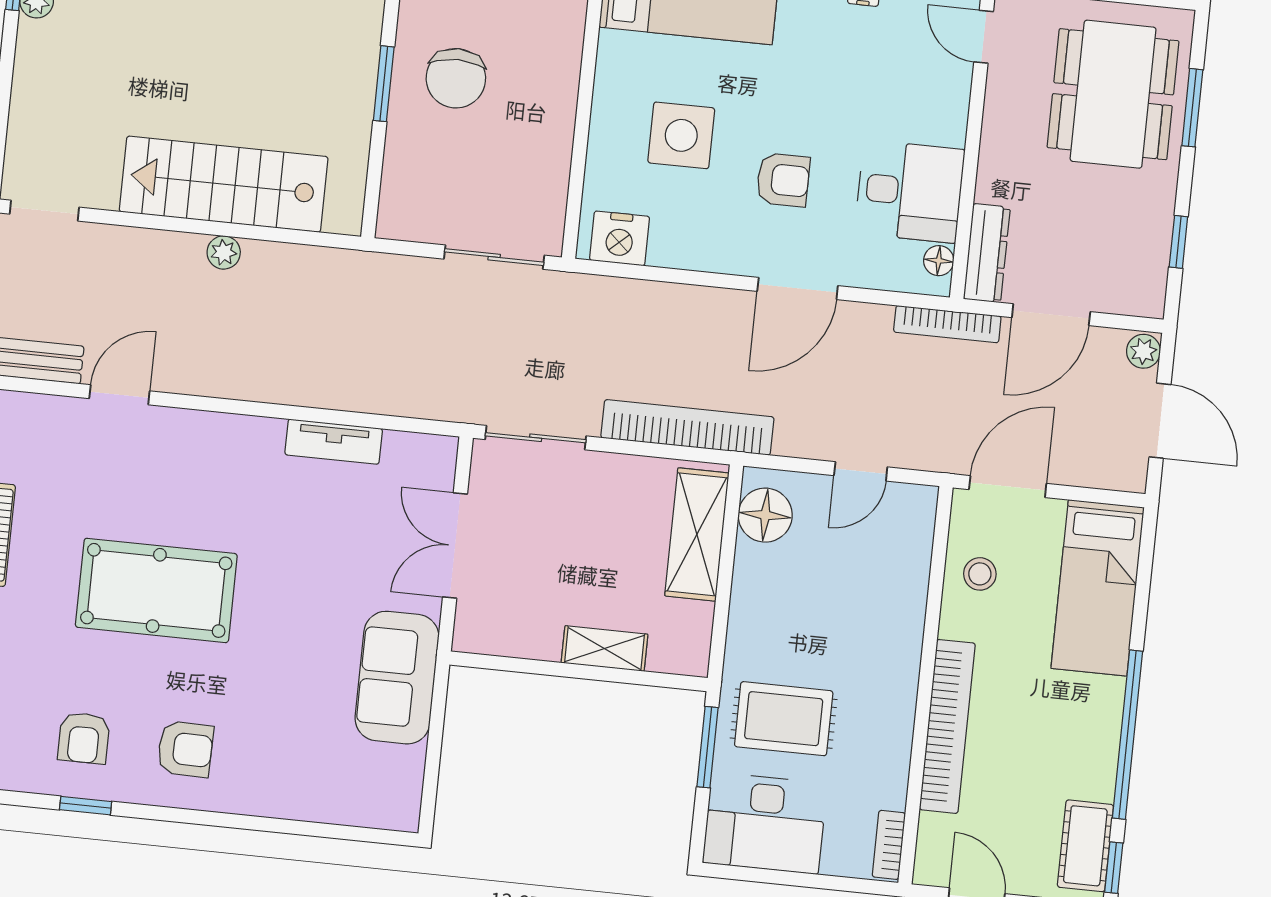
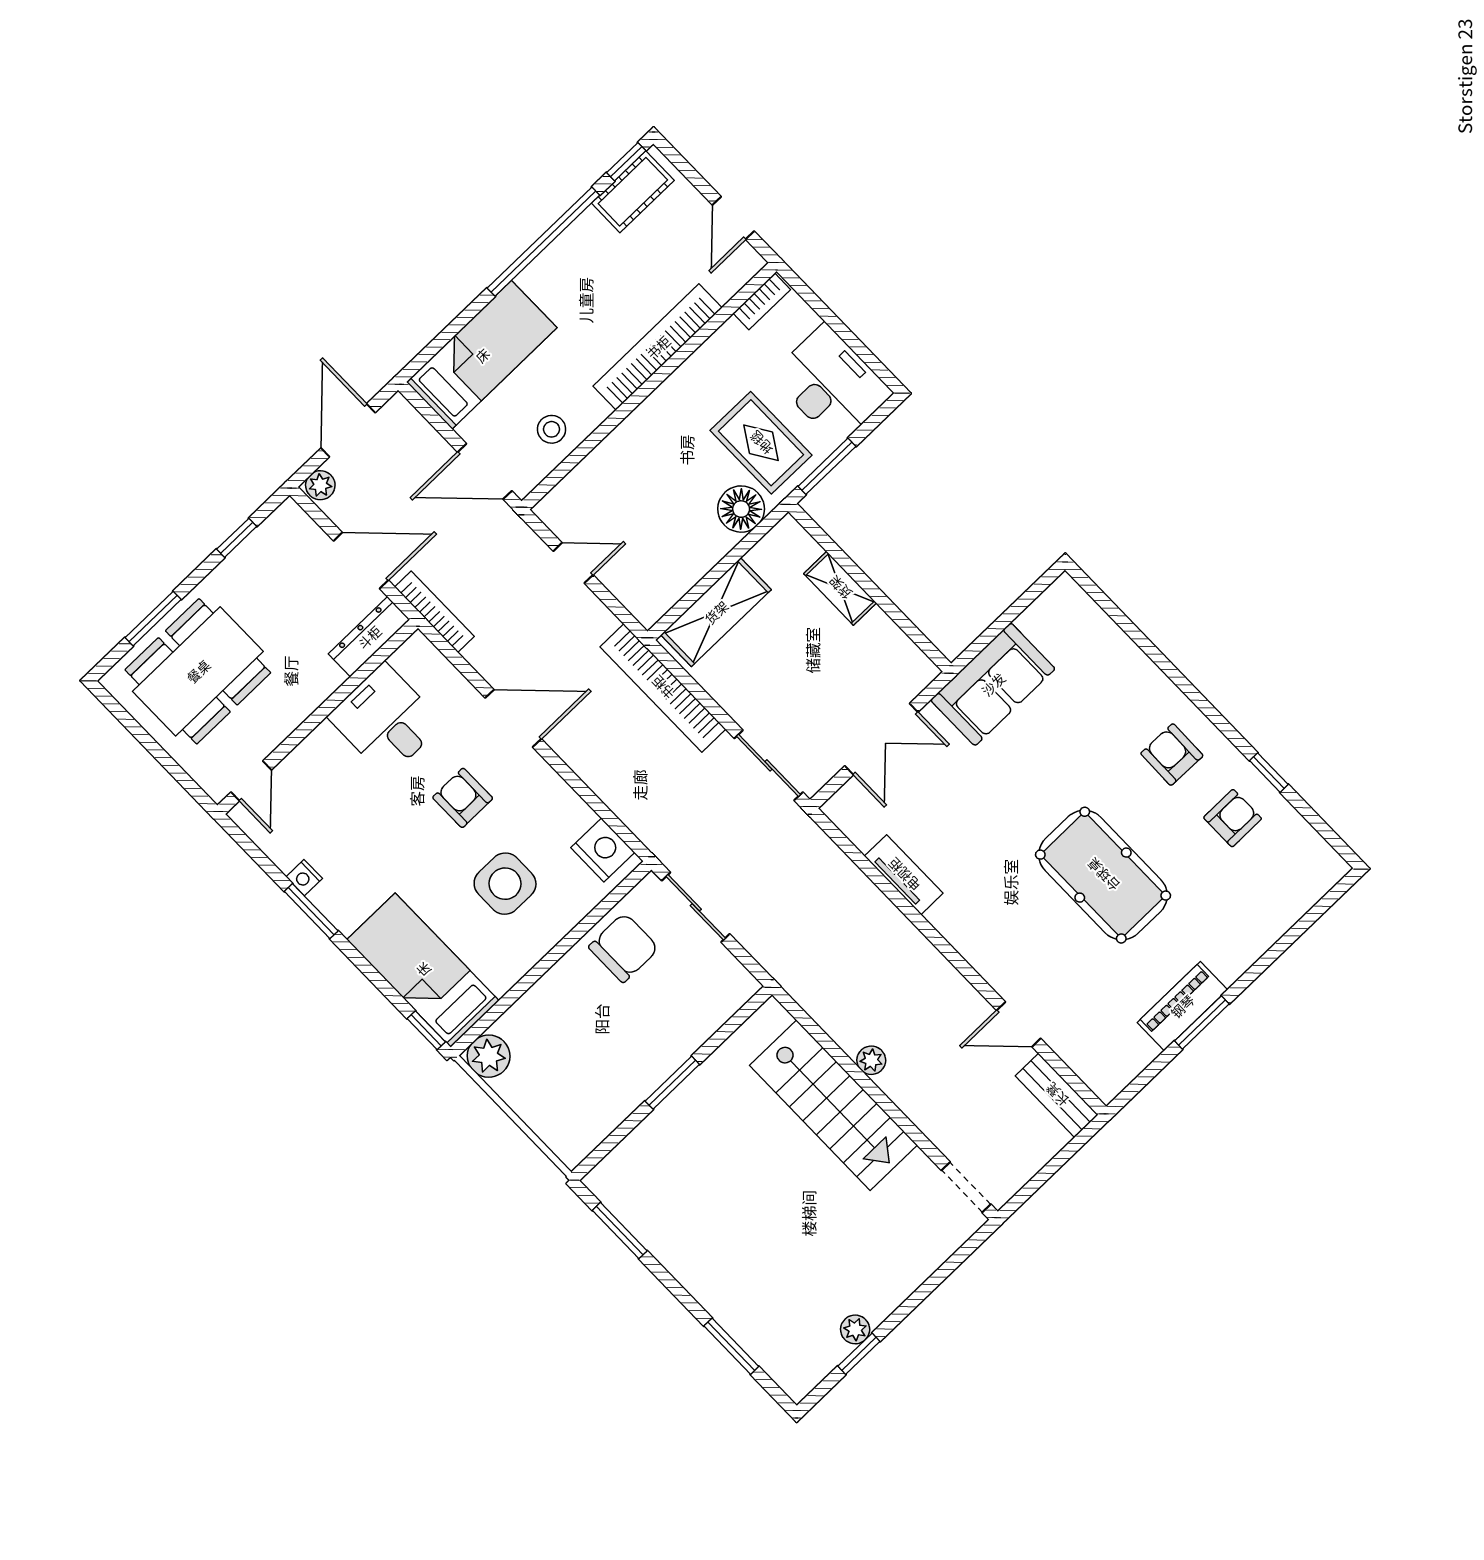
chair: (456, 78) -> (624, 948), moved
floor lamp: (939, 261) -> (405, 658), removed
floor lamp: (765, 515) -> (741, 509), moved

